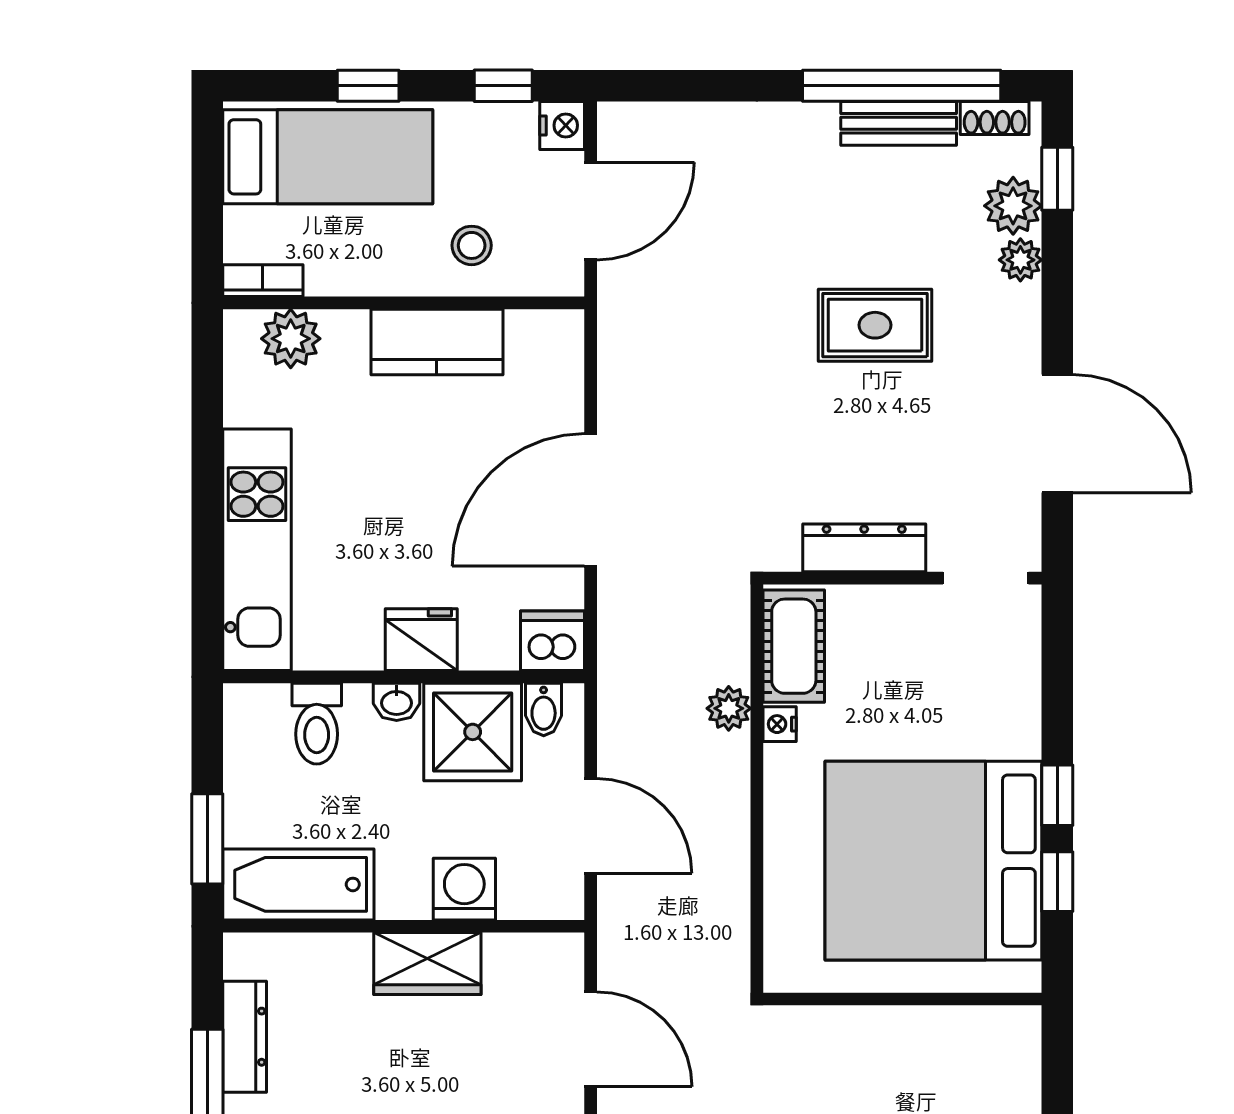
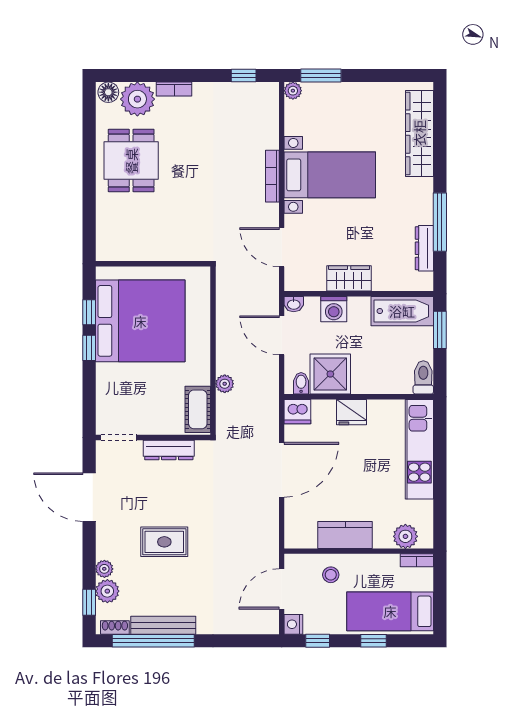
bench: (899, 123) -> (163, 625), width x1.36
washbasin: (397, 702) -> (294, 304), moved, turned 180
toilet: (317, 724) -> (423, 377), moved
nightstand: (780, 724) -> (204, 377), removed

